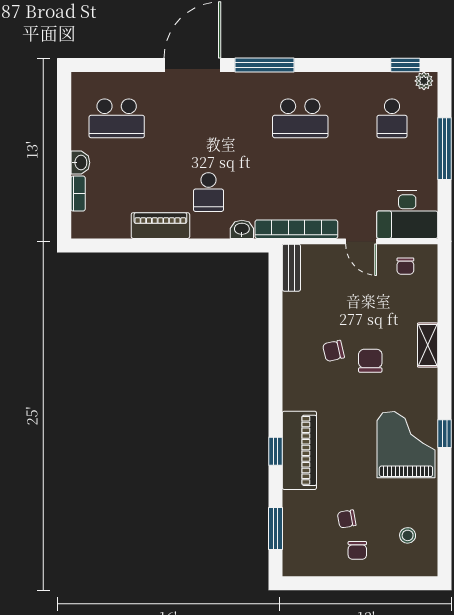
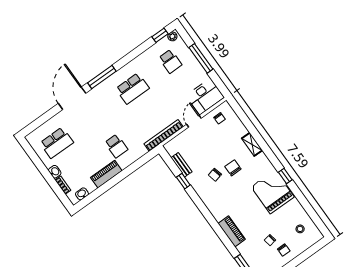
washbasin: (242, 229) -> (82, 194), moved
door: (361, 241) -> (194, 121), swing flipped
bench: (291, 268) -> (181, 165), moved
piano: (299, 450) -> (232, 231), width x0.73, depth x0.75
window: (275, 451) -> (183, 181), moved

